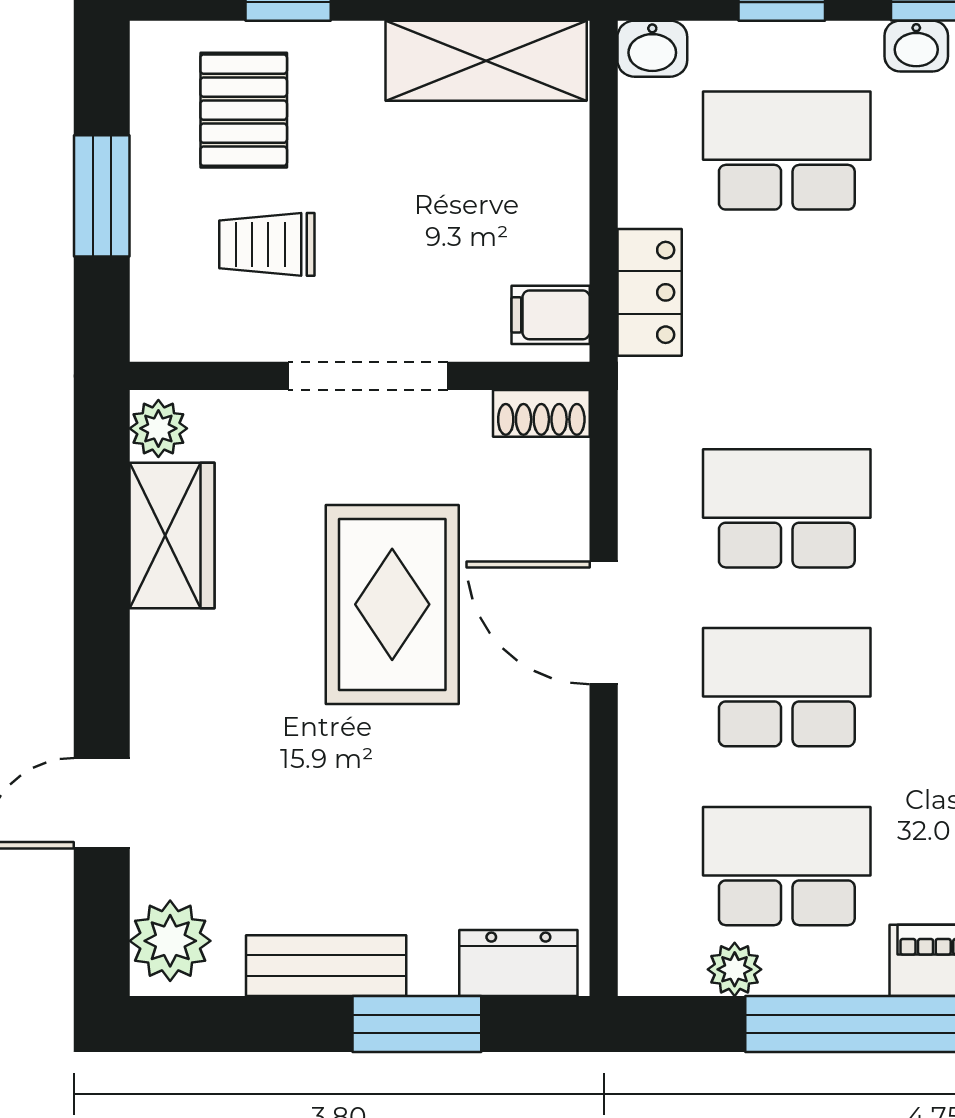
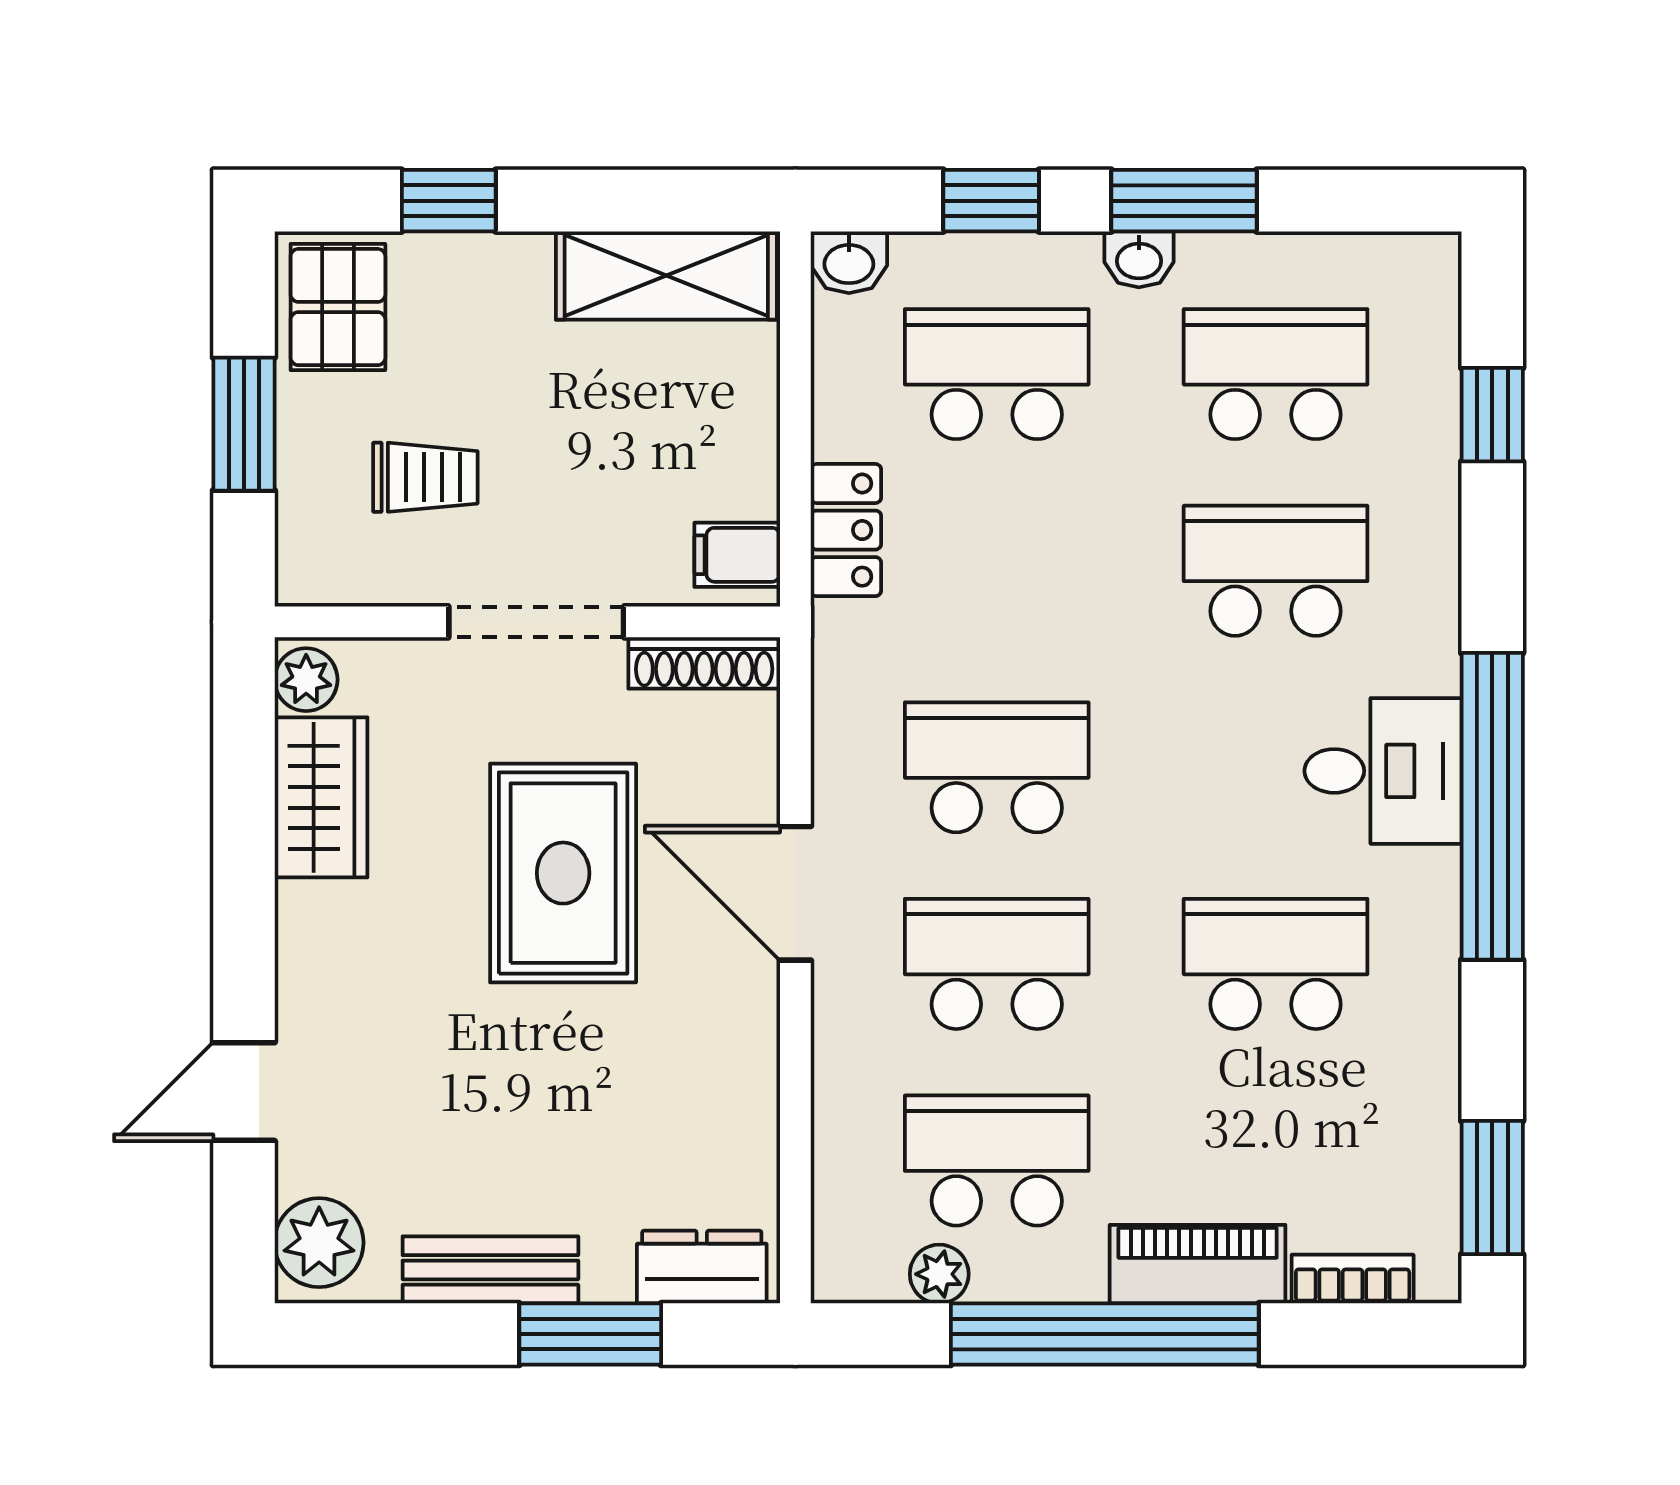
pallet: (244, 110) -> (338, 307), moved
trolley: (267, 244) -> (425, 477), turned 180
shoe rack: (541, 413) -> (704, 663), width x1.43

